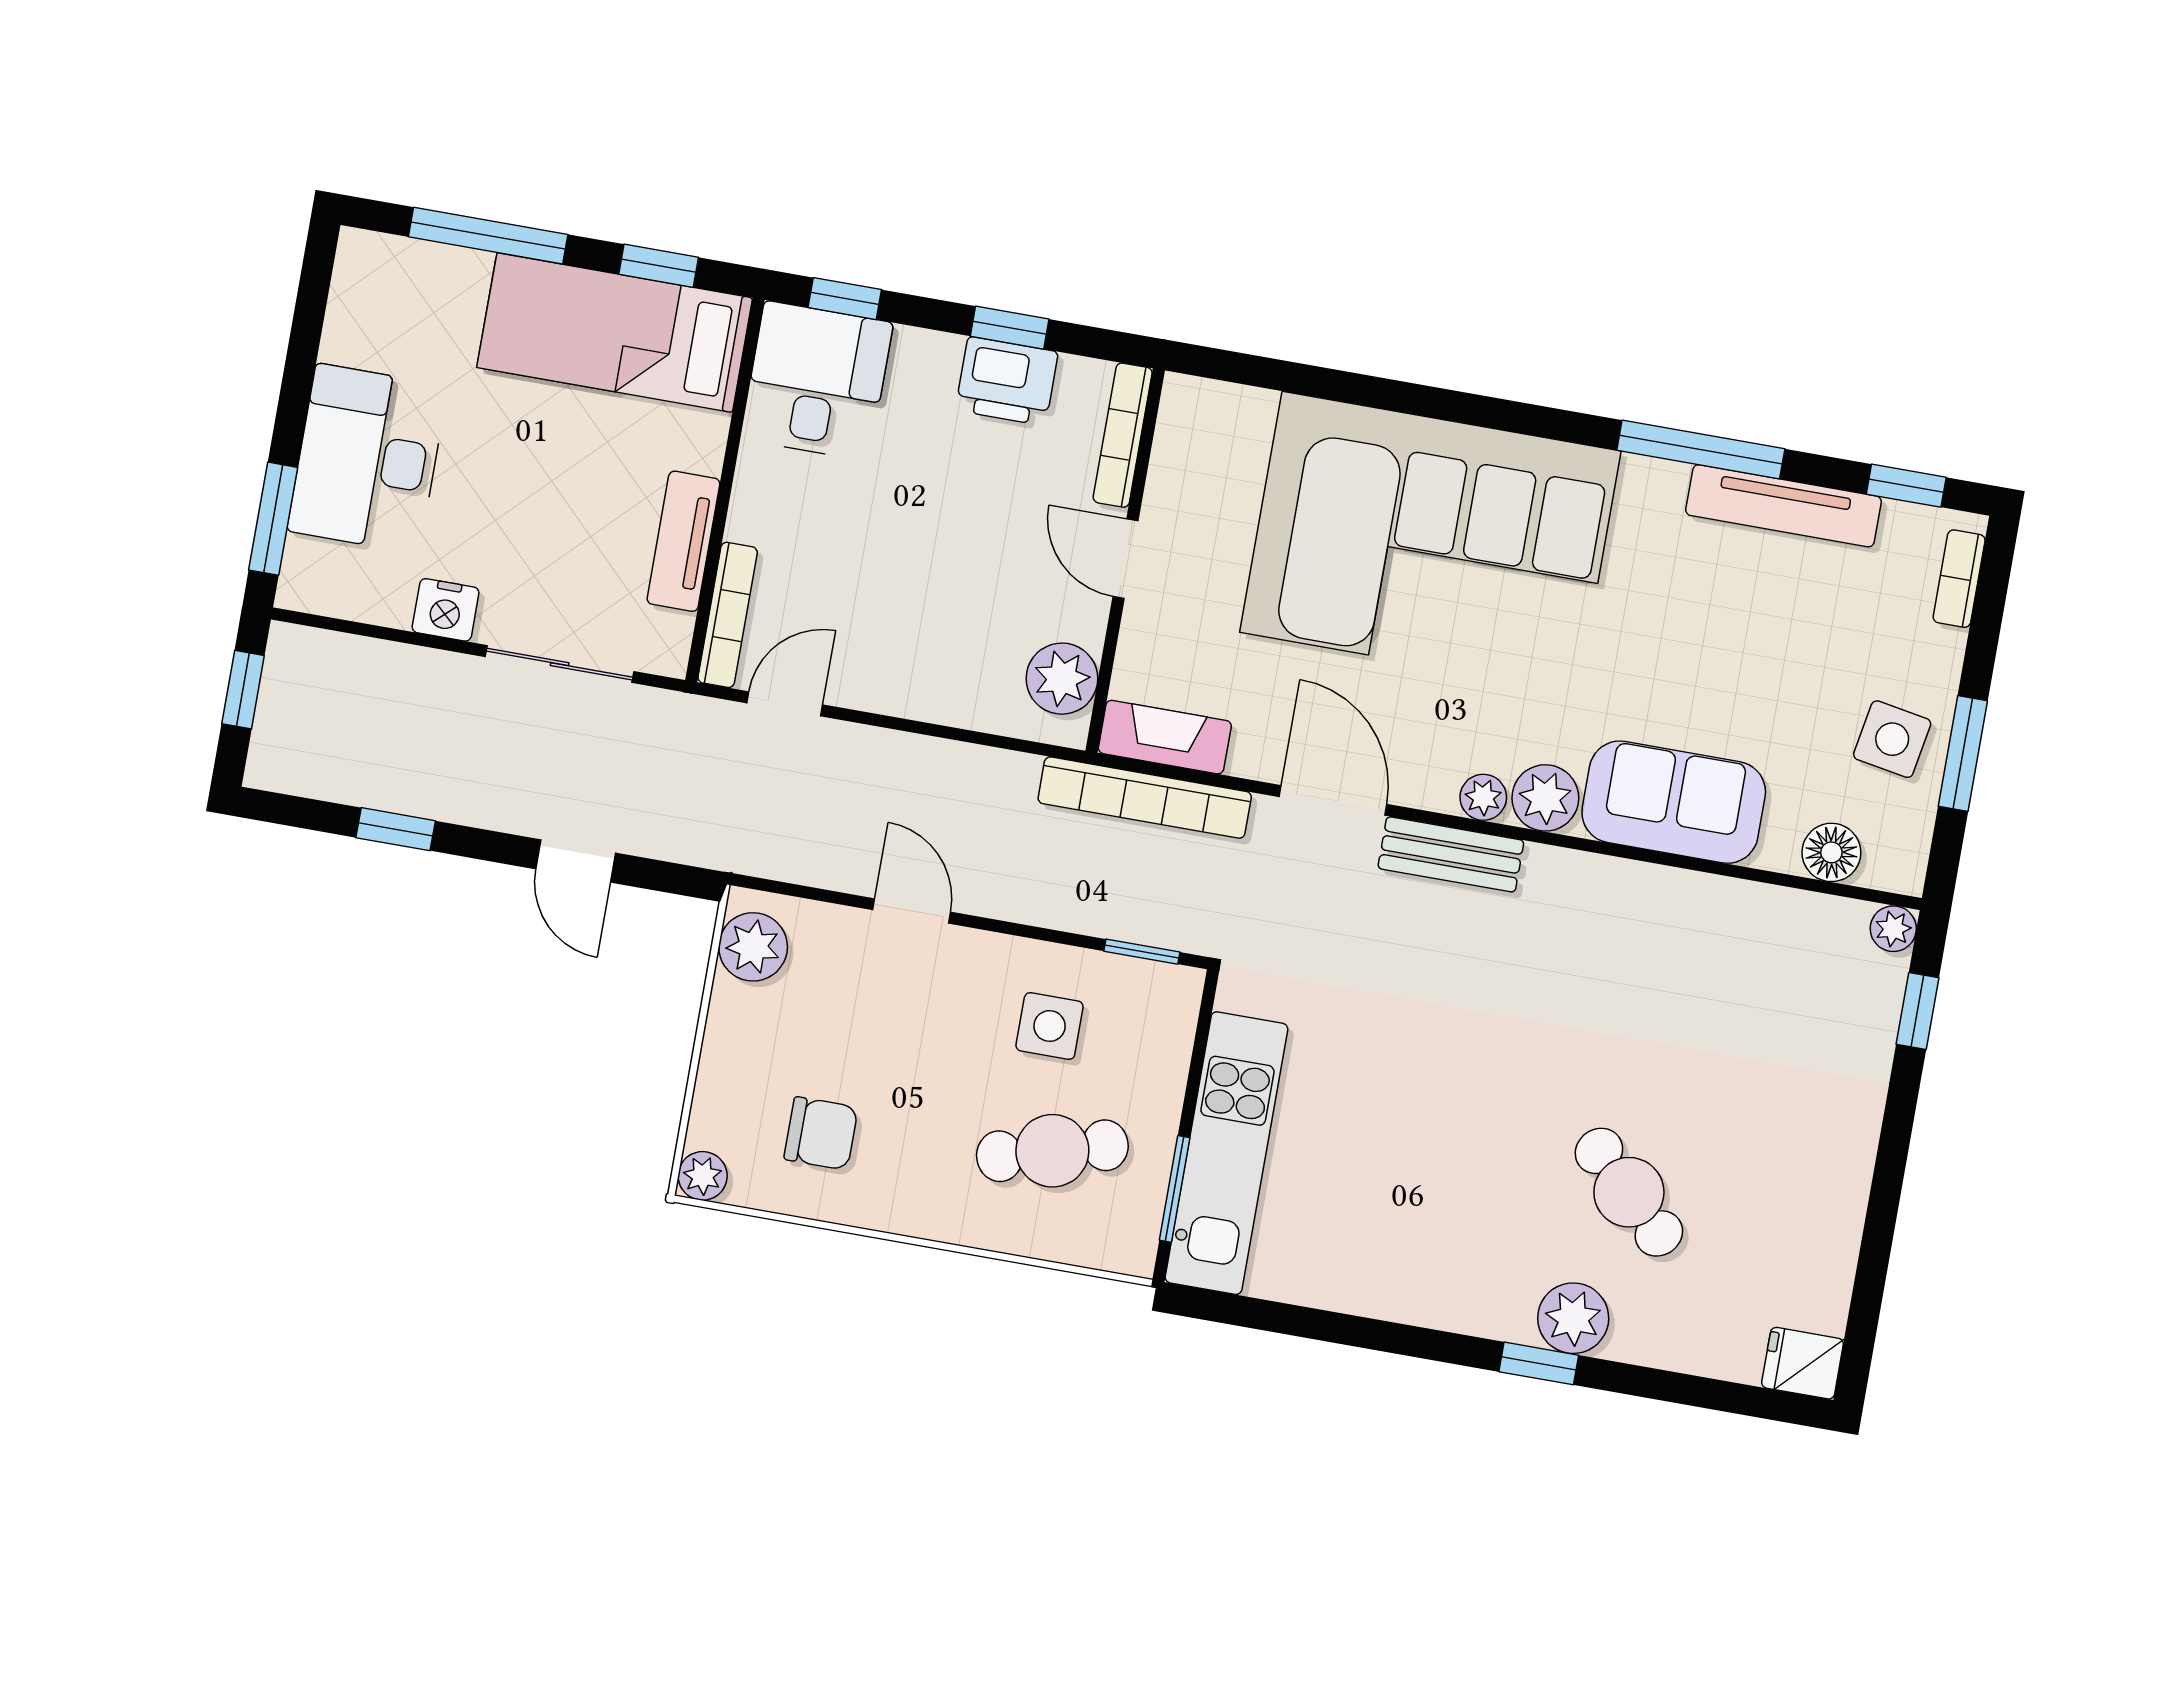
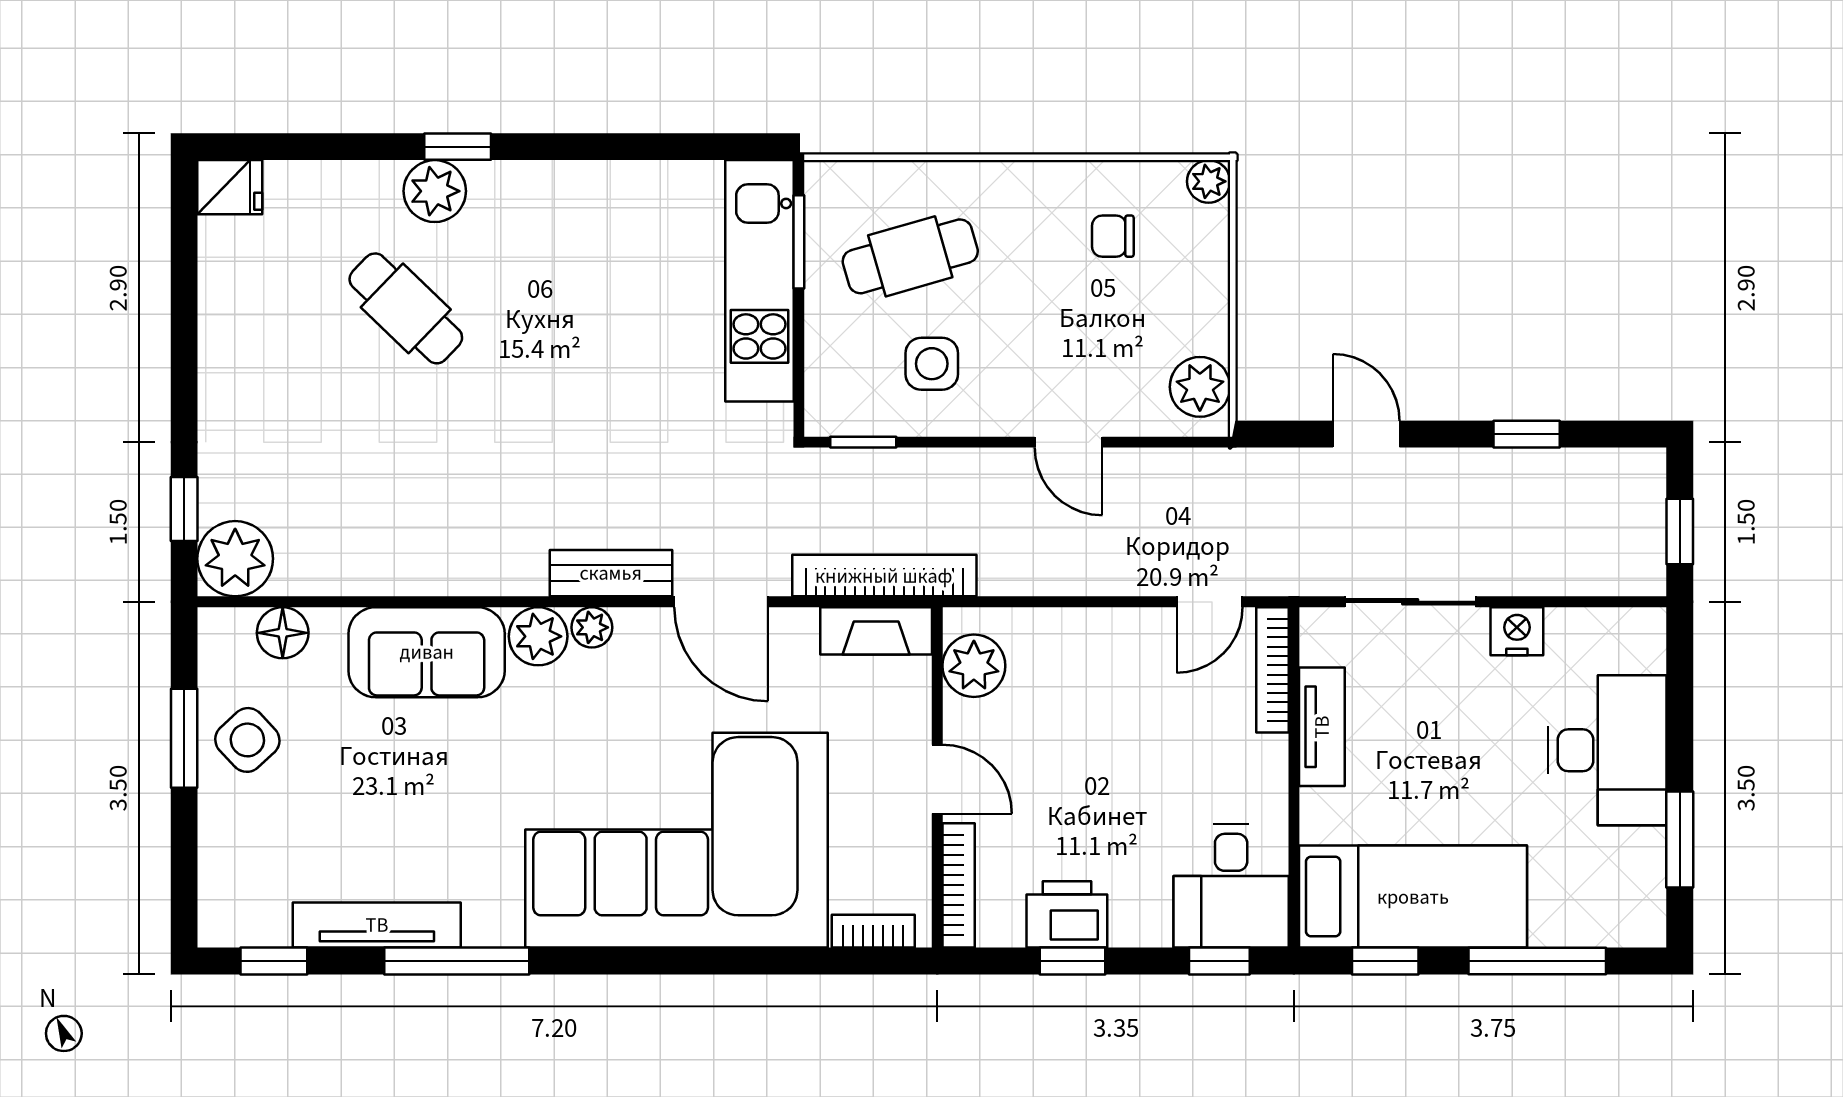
window: (273, 519) -> (1680, 840), moved
bookcase: (1959, 579) -> (873, 931), moved, turned -90
side table: (1892, 739) -> (247, 740), turned 37
plant: (1893, 929) -> (235, 559), width x1.87, depth x1.87
chair: (821, 1133) -> (1113, 236), width x0.73, depth x0.73

